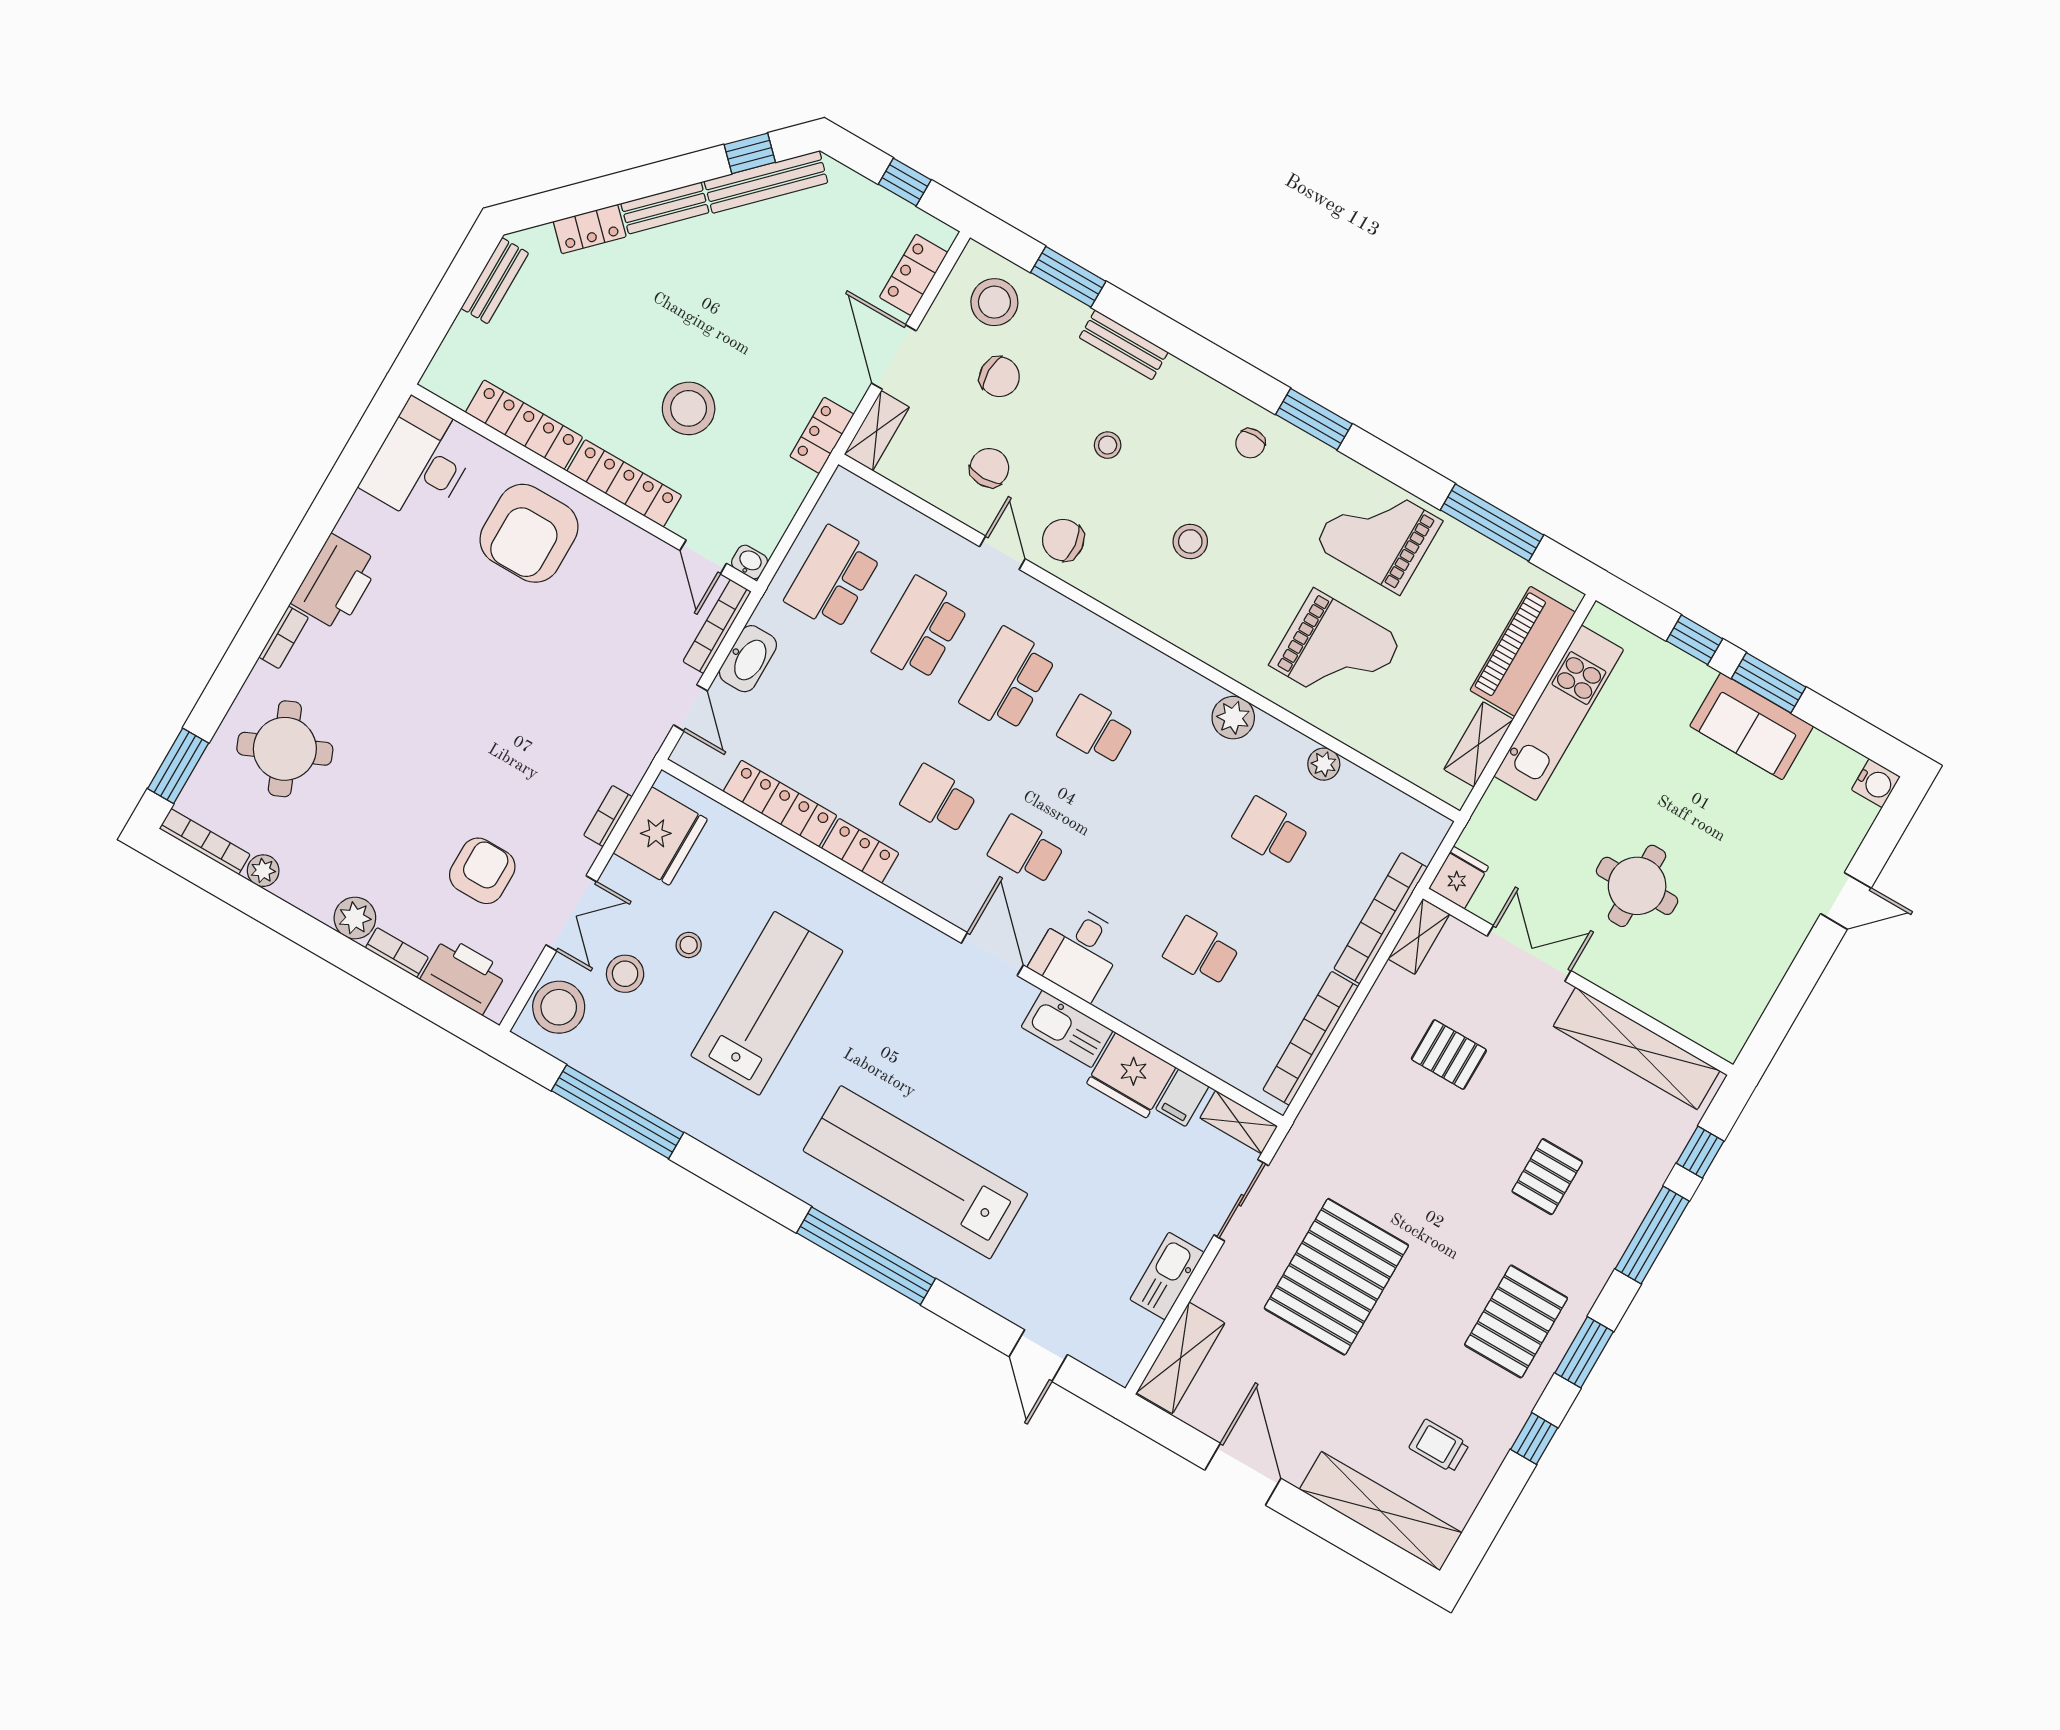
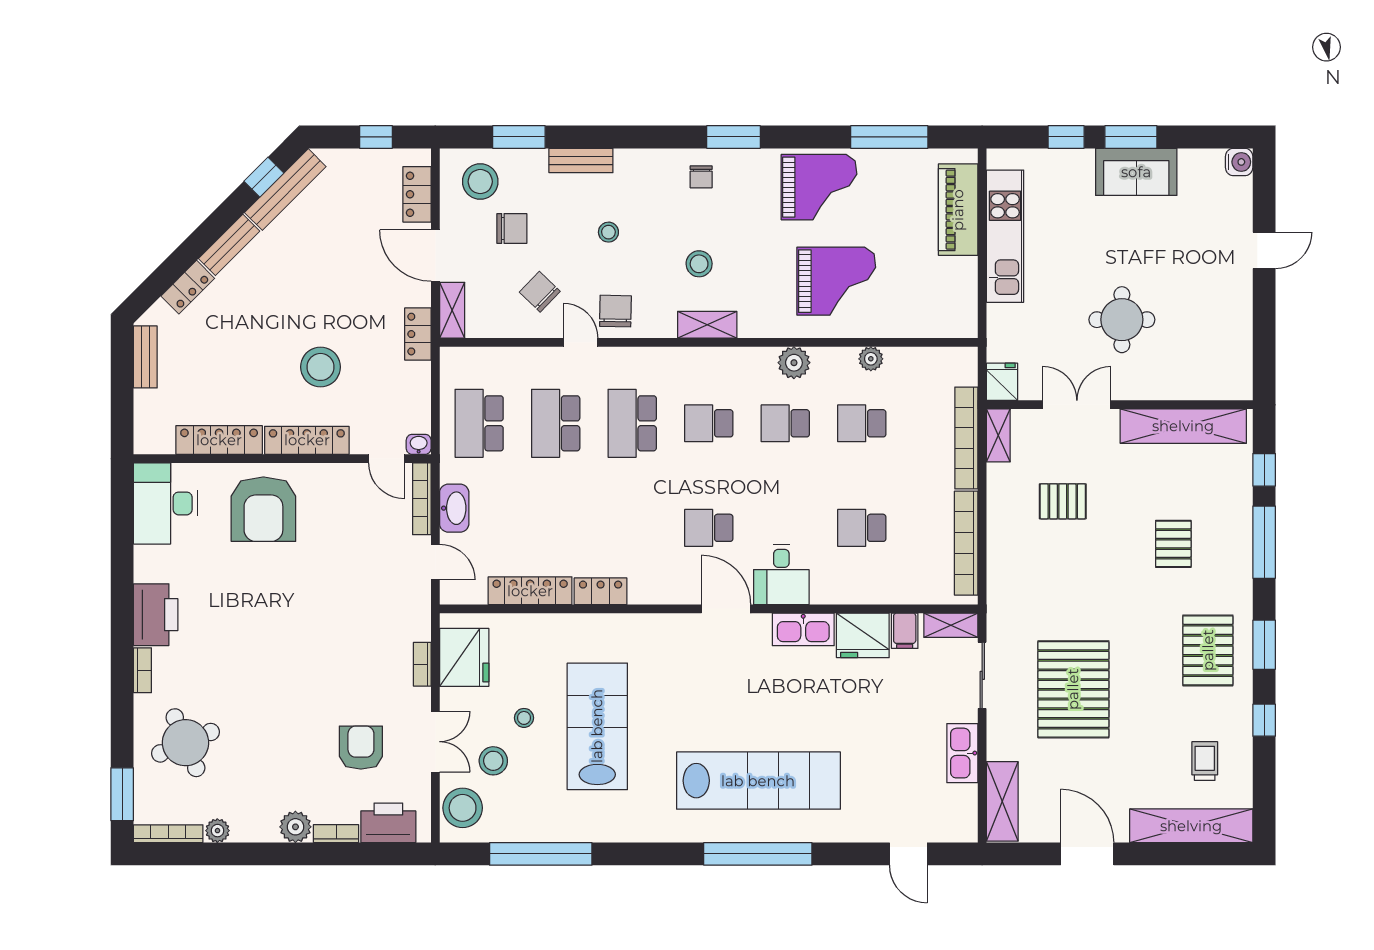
chair: (989, 468) -> (540, 292), turned -46
grand piano: (1378, 533) -> (819, 187), turned 180
chair: (1063, 540) -> (615, 311), turned 97
shelving: (1479, 744) -> (707, 325), moved, turned 90
school desk: (939, 799) -> (785, 423), moved
lab bench: (915, 1172) -> (758, 781), turned 180
trolley: (1439, 1446) -> (1205, 761), turned 90

